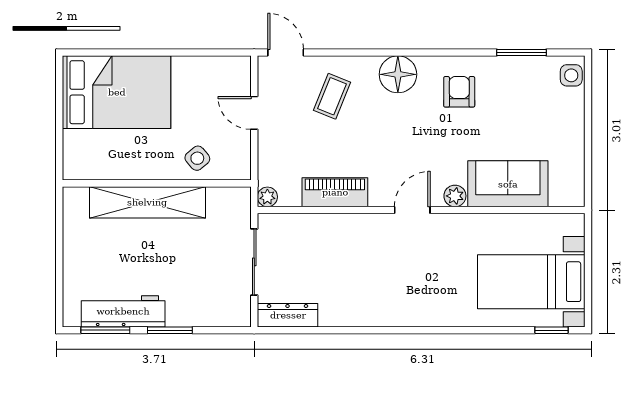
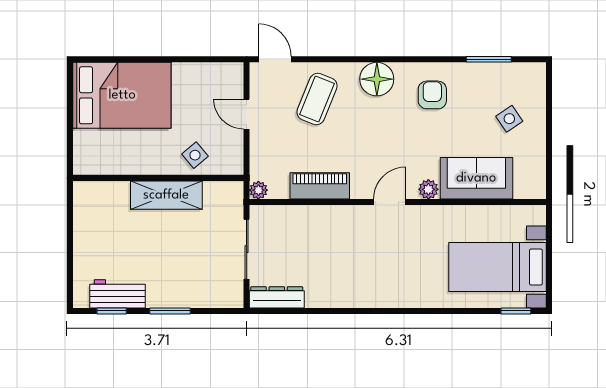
side table: (571, 75) -> (509, 119), moved, turned -34
coffee table: (332, 96) -> (317, 99), width x1.36, depth x1.30
shelving: (147, 202) -> (166, 195), width x0.68
workbench: (123, 311) -> (118, 294), width x0.73
window: (105, 330) -> (112, 311), width x0.67

